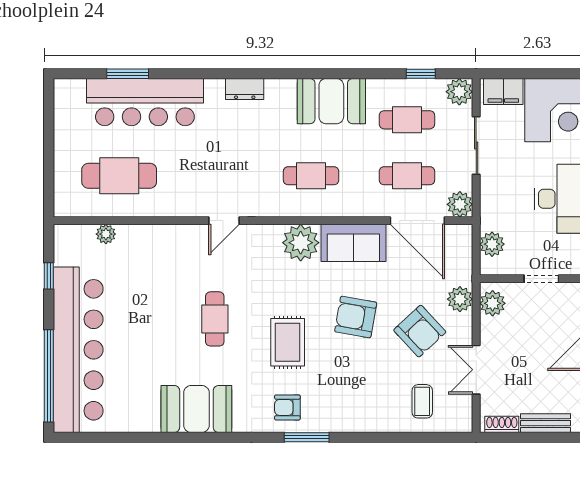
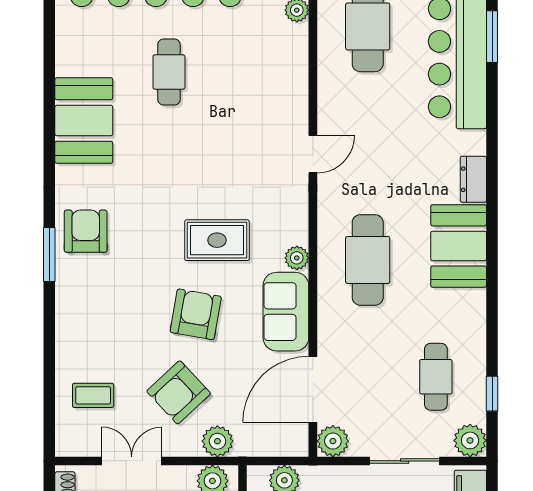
booth: (331, 101) -> (459, 246), moved
cafe table: (311, 176) -> (368, 260), width x1.37, depth x1.35
cafe table: (407, 176) -> (368, 377), removed
door: (224, 221) -> (313, 154), swing flipped
plant: (301, 243) -> (297, 258), width x0.53, depth x0.53
cafe table: (215, 319) -> (169, 72), moved, turned 90
rug: (288, 342) -> (217, 240), moved
armchair: (287, 407) -> (86, 231), width x1.38, depth x1.38

